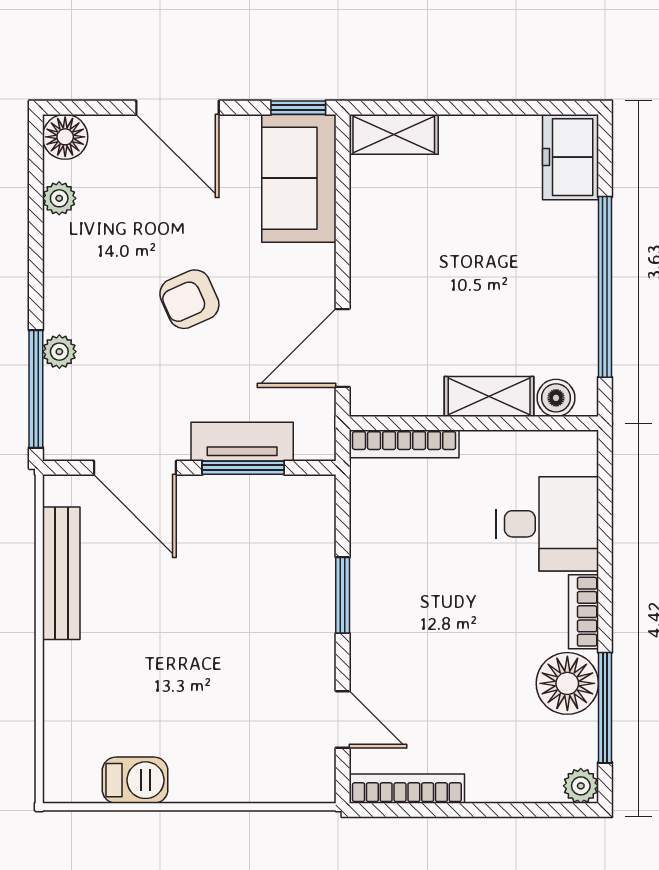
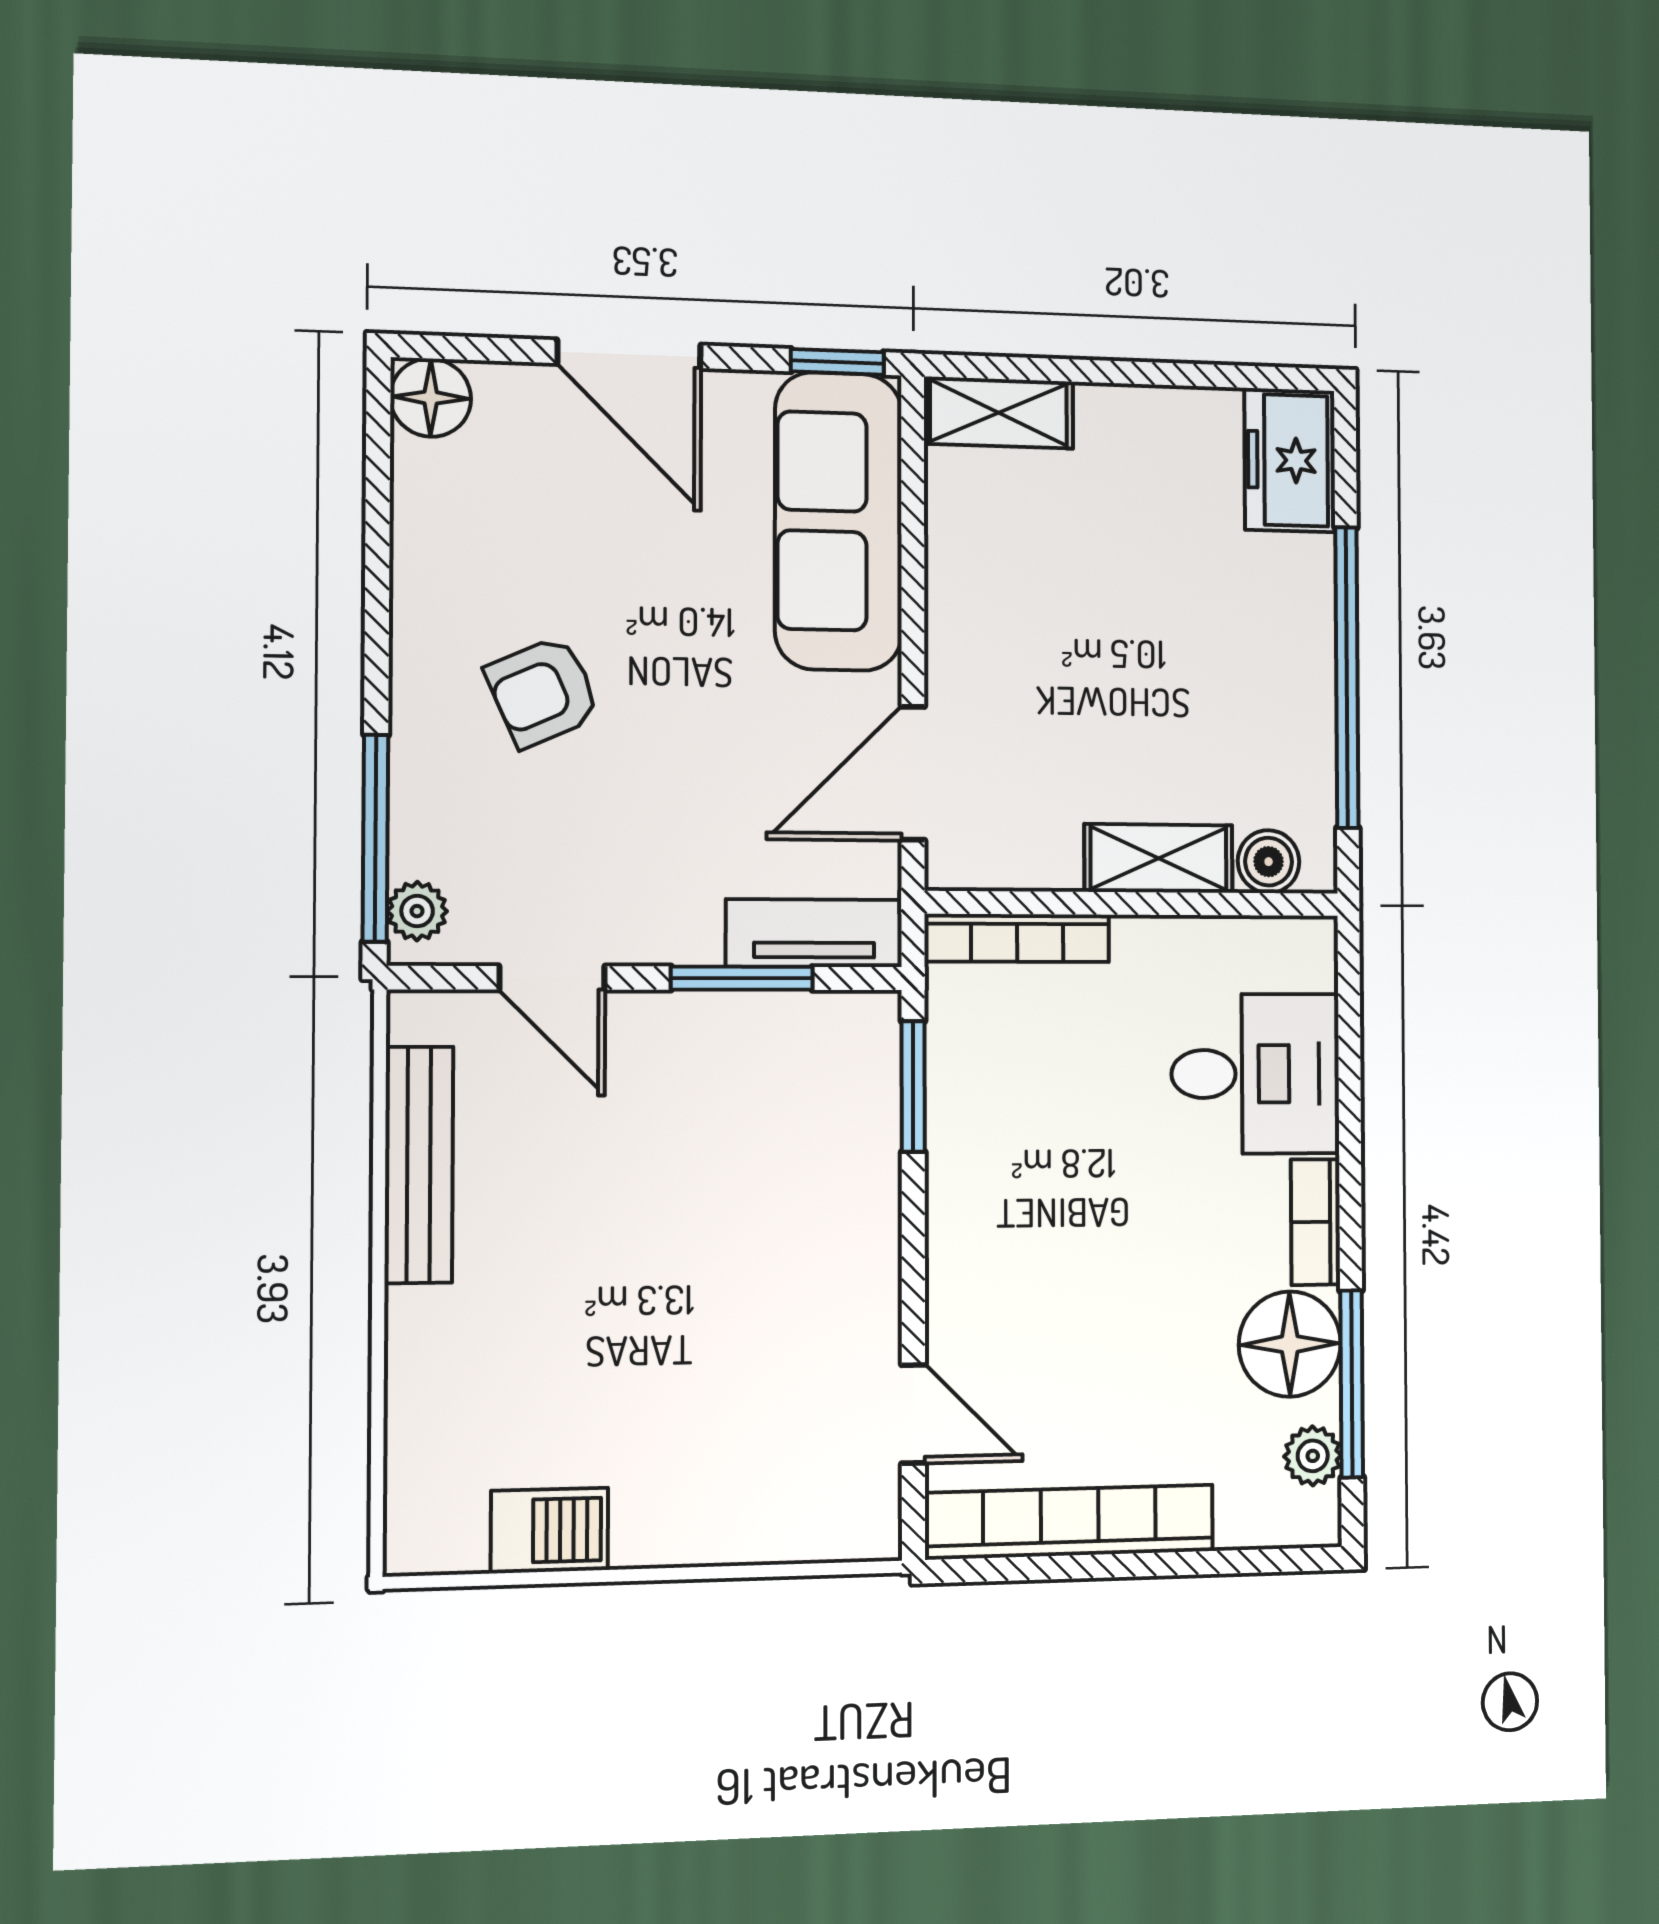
sofa: (299, 178) -> (838, 521), width x1.36
plant: (59, 198) -> (419, 504), removed
armchair: (189, 299) -> (543, 692), moved
plant: (59, 352) -> (417, 911), moved
tv unit: (242, 442) -> (814, 933), moved
door: (135, 468) -> (552, 978), width x0.73
window: (343, 595) -> (913, 1086), moved
plant: (581, 786) -> (1313, 1456), moved
bookcase: (407, 789) -> (1070, 1522), width x1.48, depth x1.31

